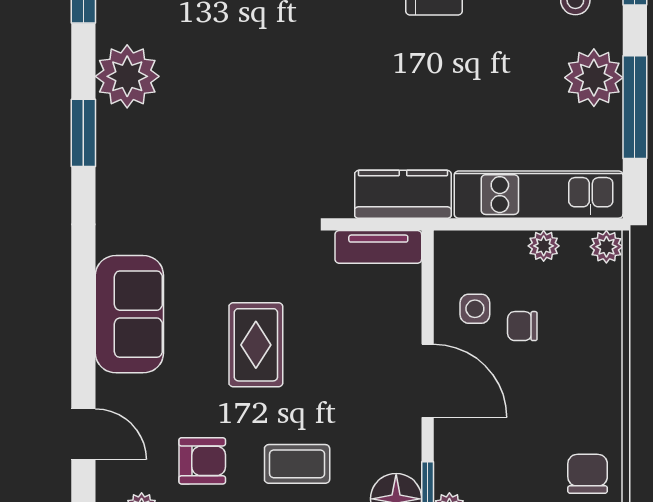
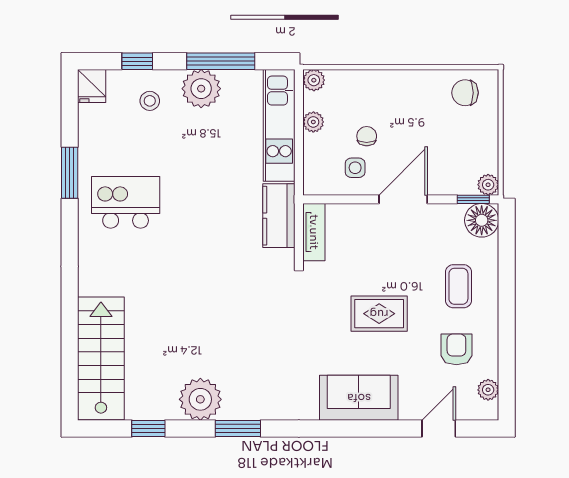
chair: (522, 326) -> (367, 136), turned 180

